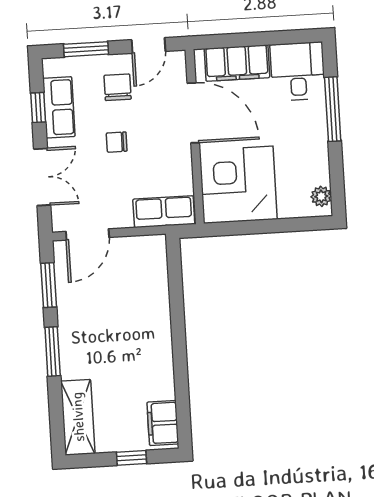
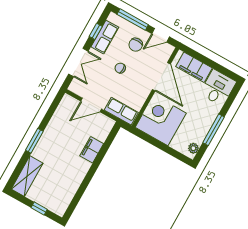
window: (86, 49) -> (133, 20), width x1.44
chair: (118, 87) -> (136, 45), turned 180
window: (333, 109) -> (214, 130), moved
door: (88, 234) -> (91, 105), moved
window: (49, 285) -> (51, 111), removed
filing cabinet: (163, 423) -> (92, 150), moved

